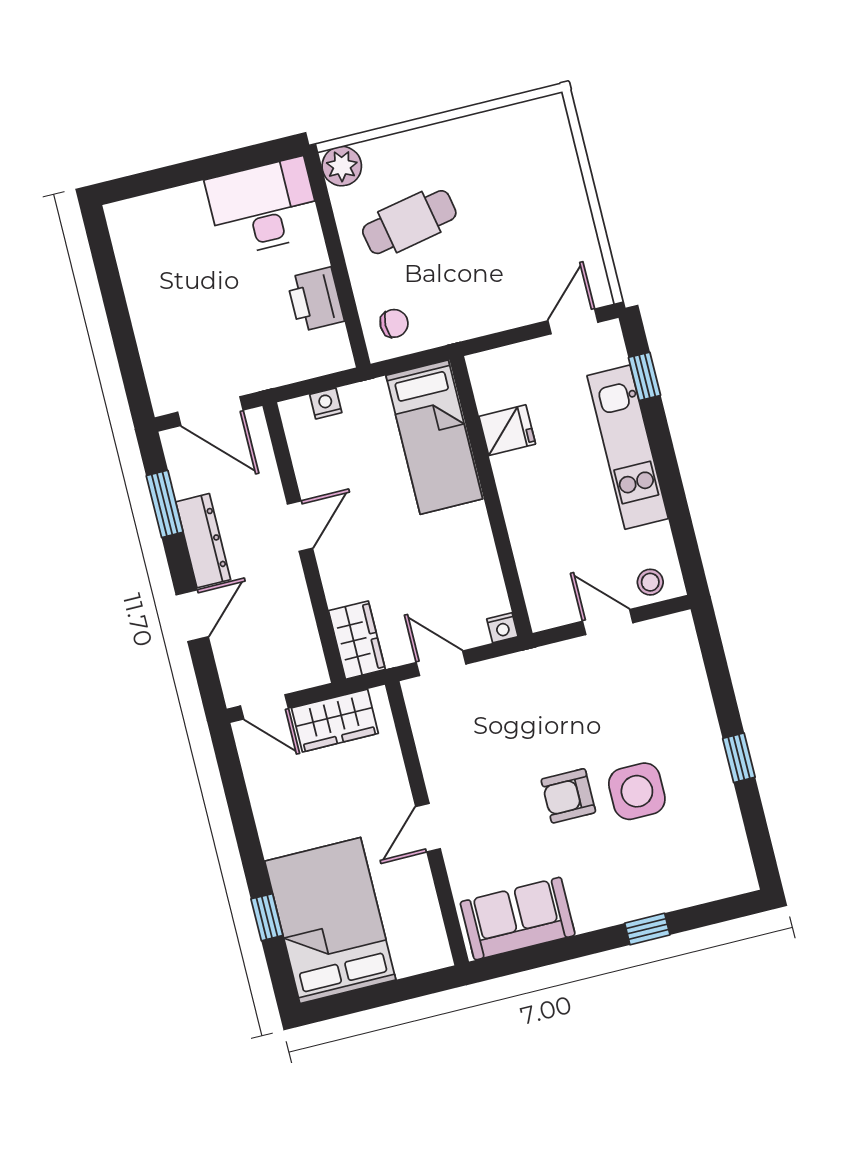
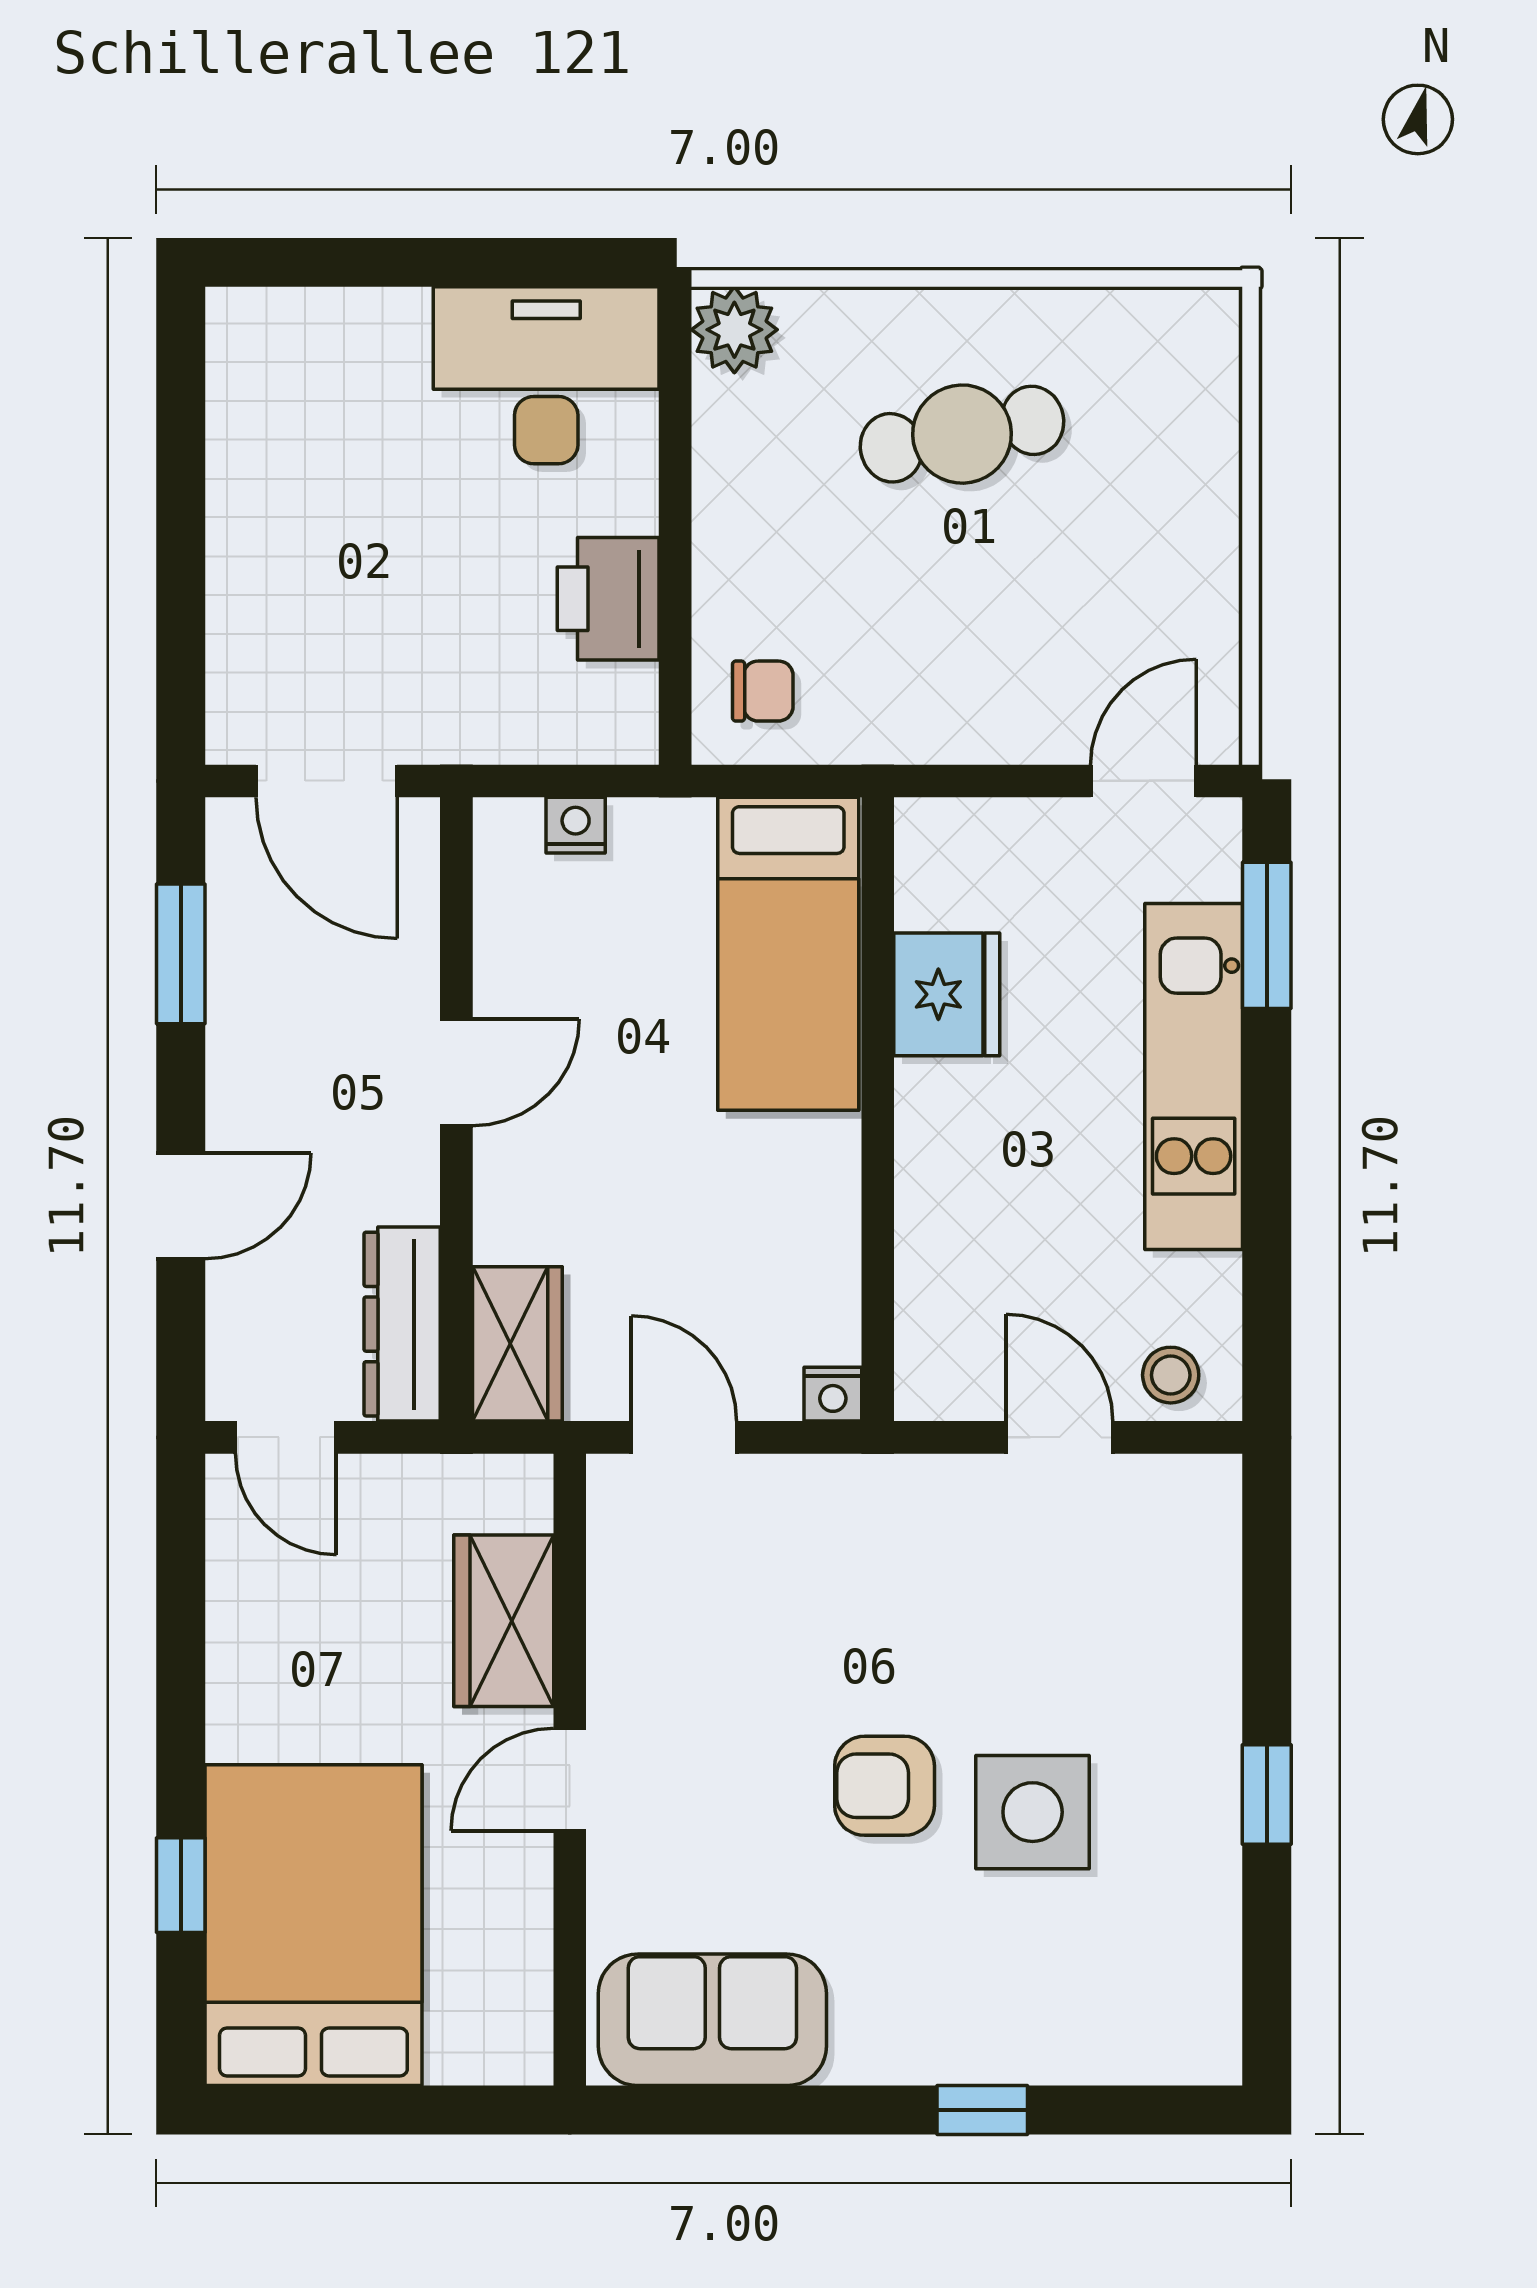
cafe table: (409, 222) -> (962, 434), moved
window: (645, 376) -> (1267, 935), width x1.50
fridge: (507, 430) -> (947, 994), width x1.38
dresser: (203, 541) -> (402, 1324), moved, turned 180
wardrobe: (335, 721) -> (504, 1621), moved, turned 90

